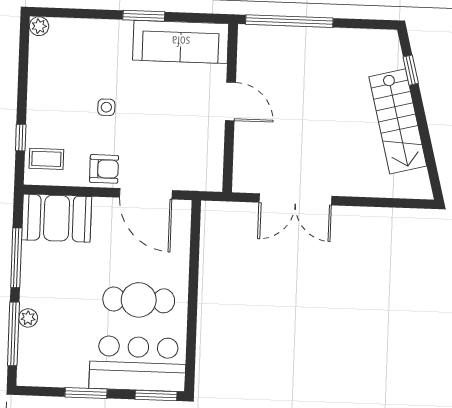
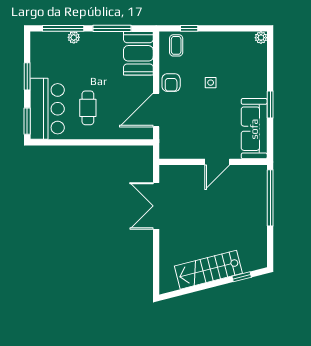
cafe table: (139, 300) -> (88, 108), width x0.73, depth x0.74

